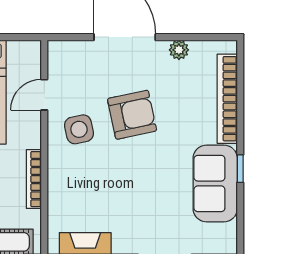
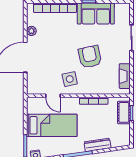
armchair: (132, 115) -> (90, 57), moved

